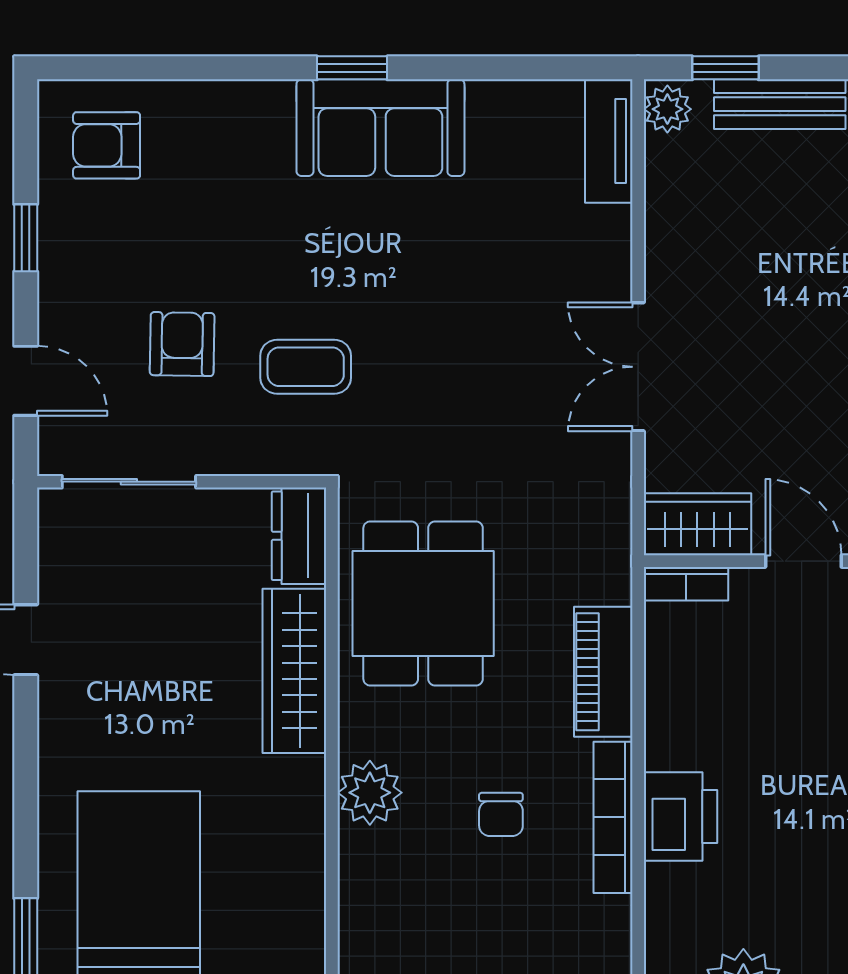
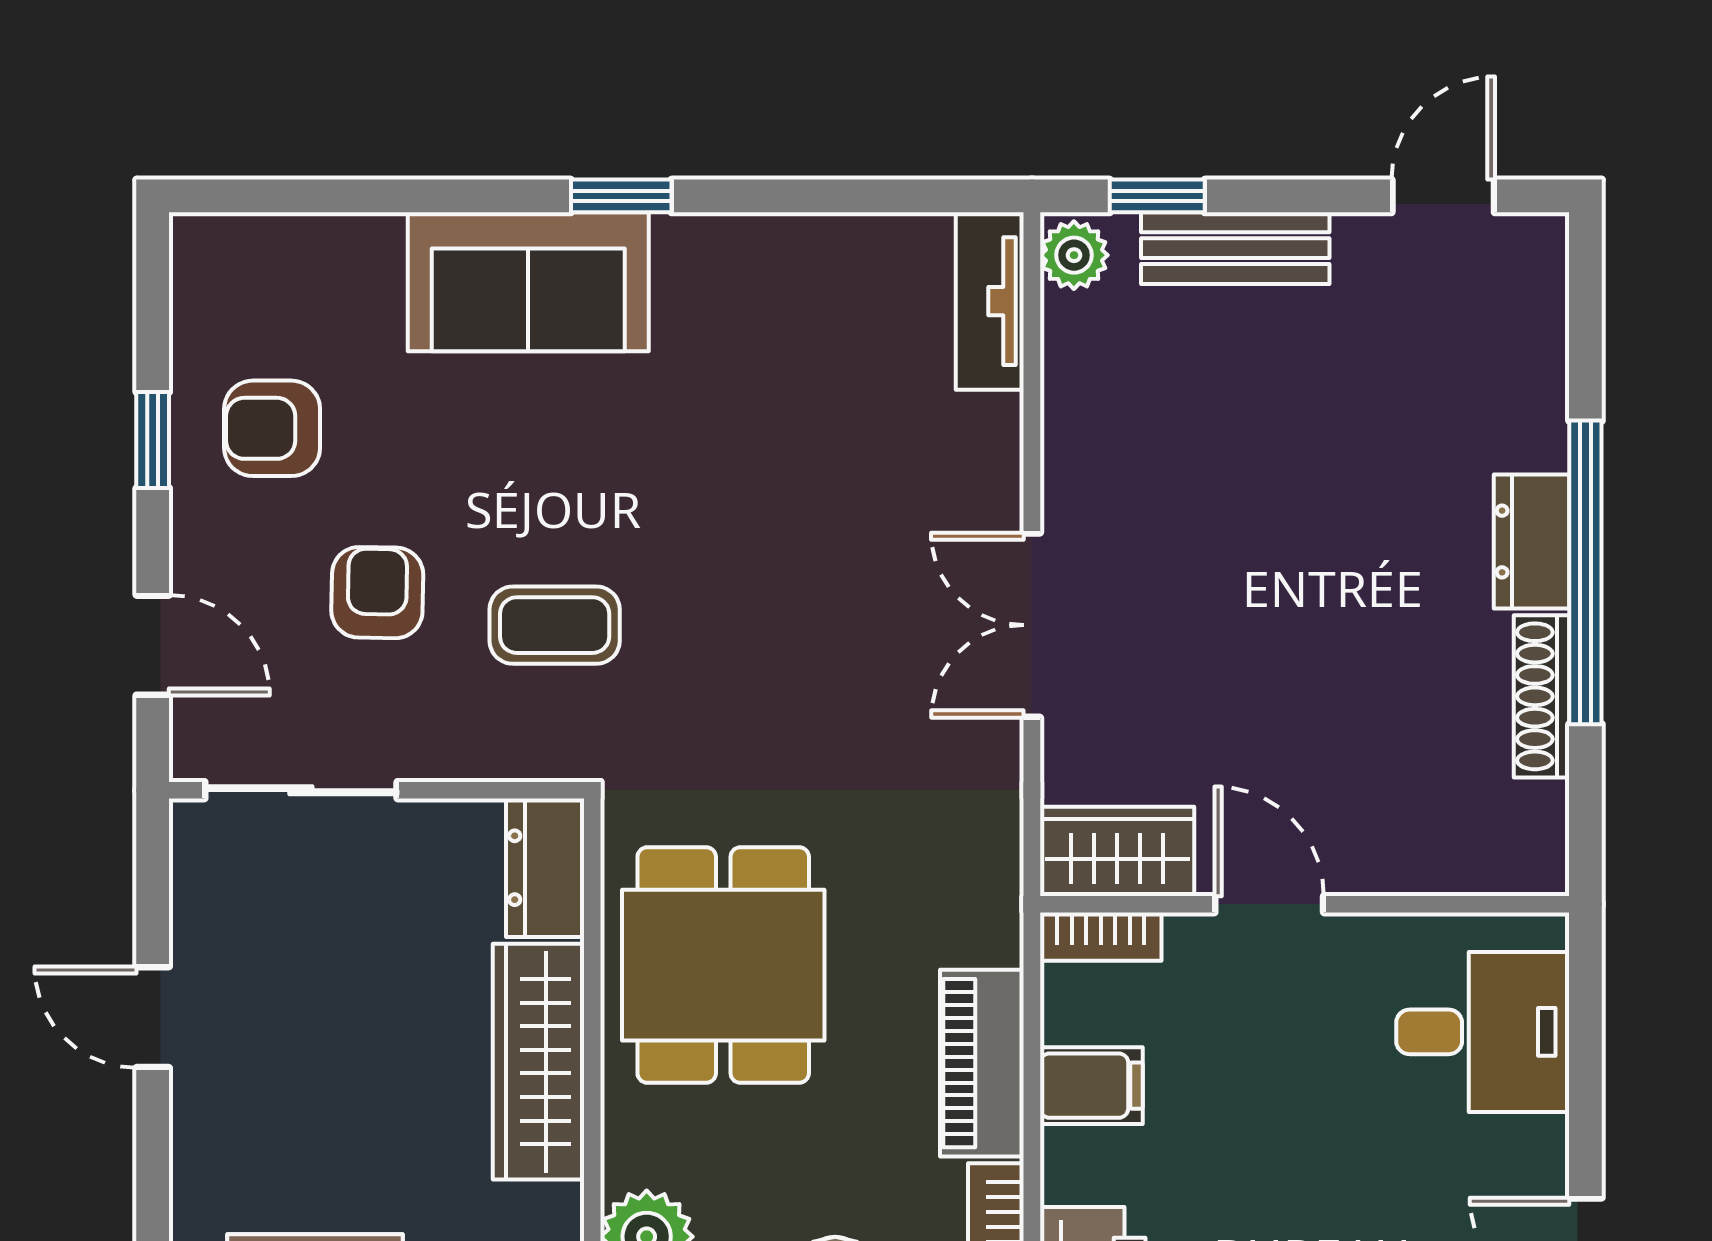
sofa: (380, 128) -> (528, 282), moved
armchair: (107, 145) -> (272, 428), moved
filing cabinet: (679, 687) -> (1091, 1086), added

